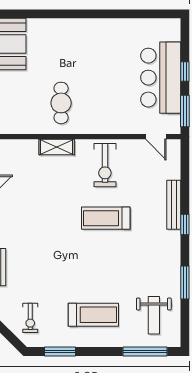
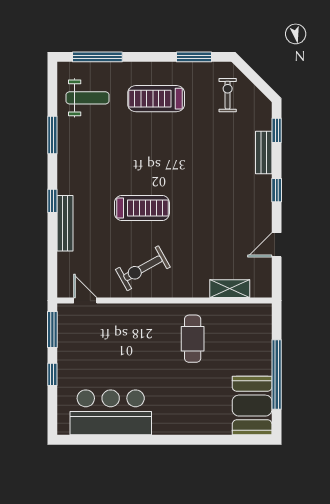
bar counter: (161, 78) -> (111, 412), moved, turned -90
shelving: (57, 147) -> (230, 289), moved
exercise bike: (105, 165) -> (143, 268), turned -119
weight bench: (154, 315) -> (88, 98), turned 90

